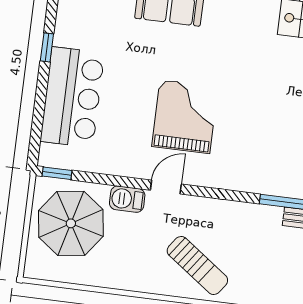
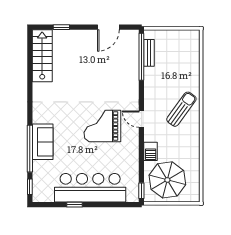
bar counter: (72, 97) -> (90, 188), width x1.36
door: (166, 187) -> (141, 119), moved

